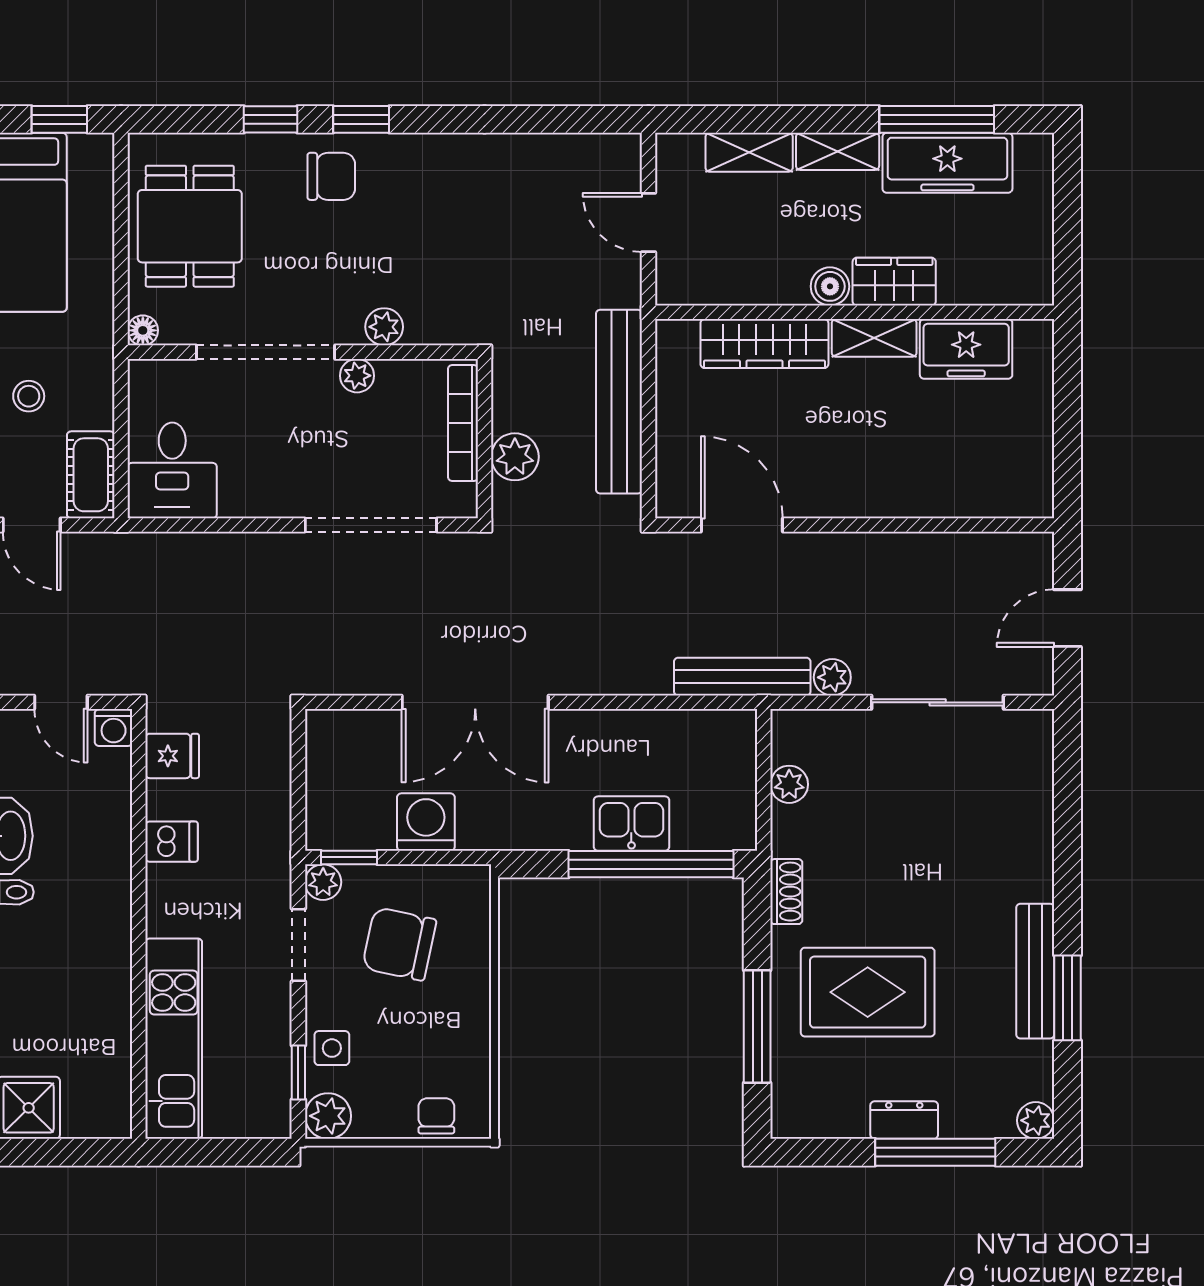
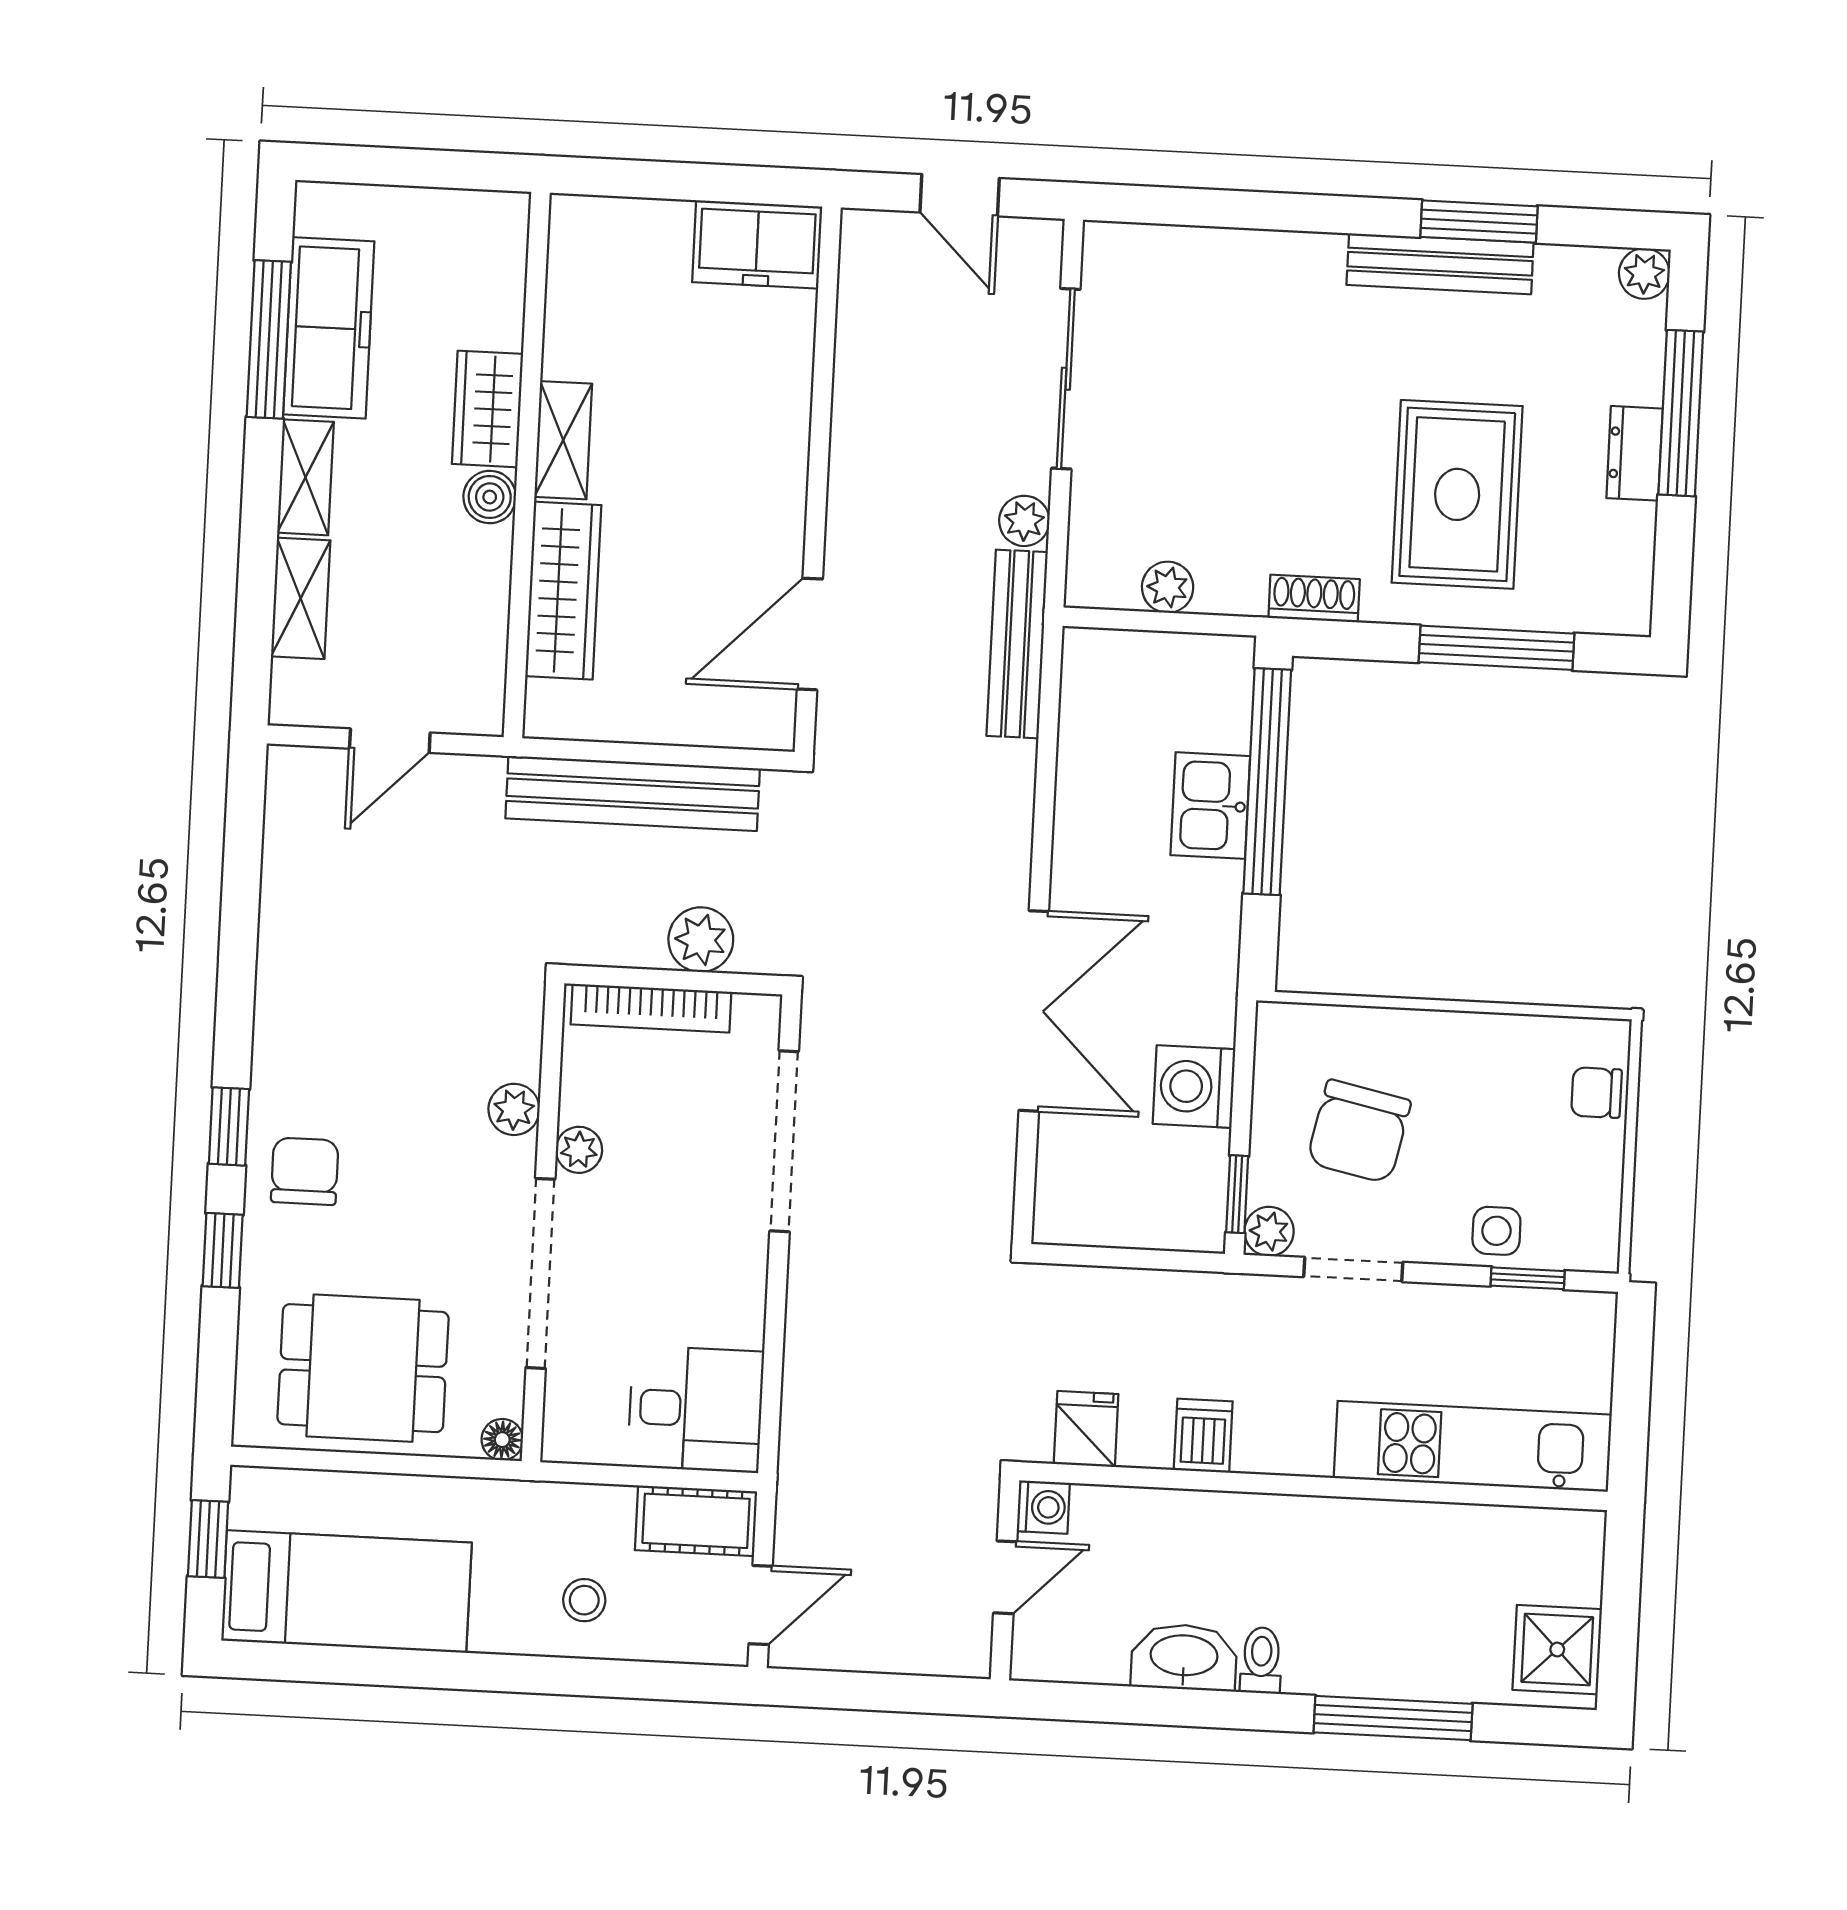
freezer: (966, 349) -> (757, 244), moved, turned 90
plant: (328, 1116) -> (1589, 1241), removed

